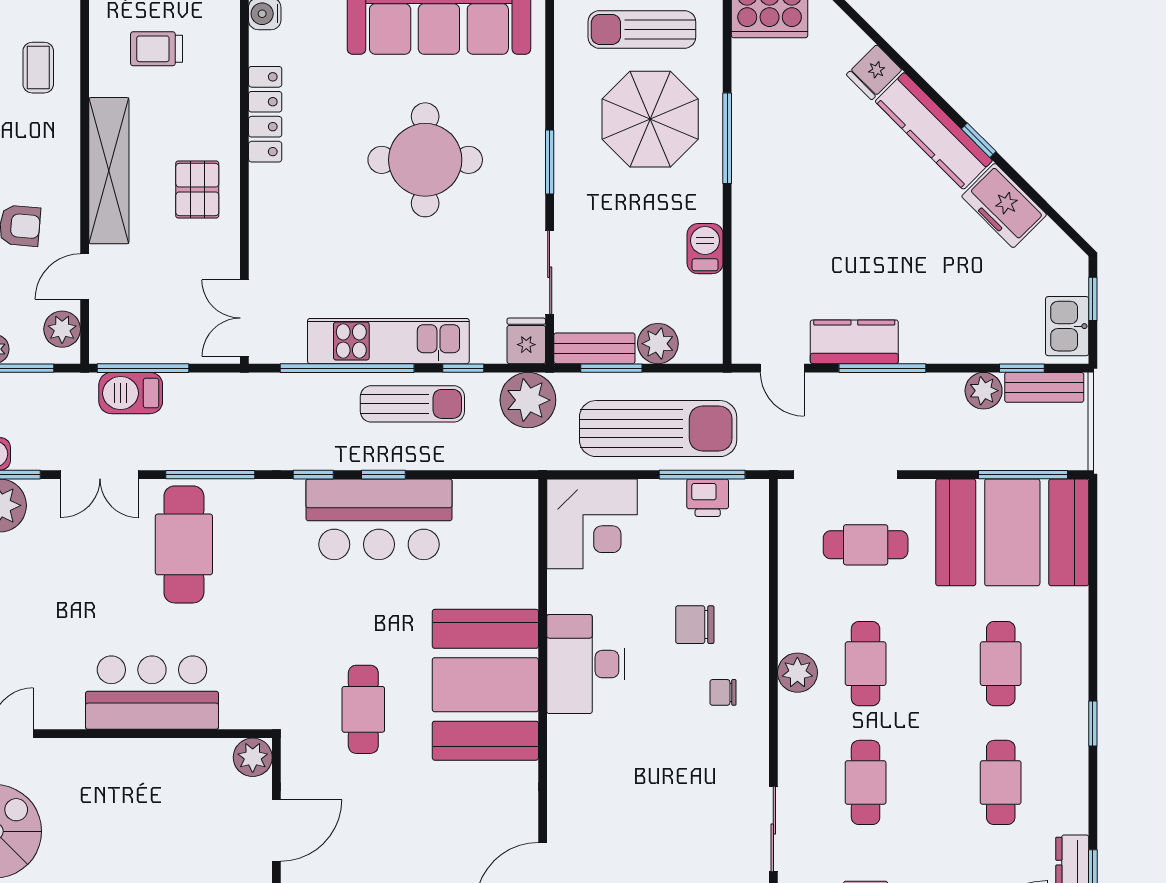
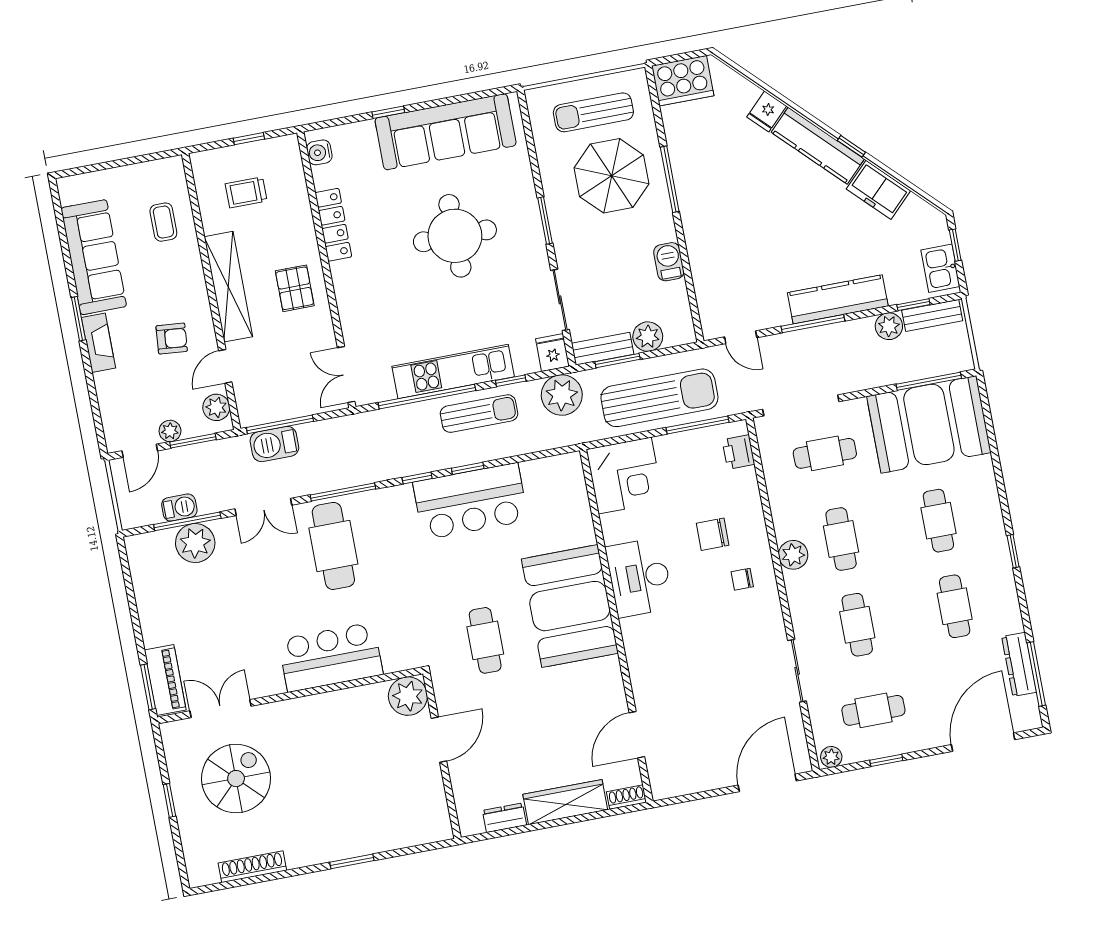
kitchen counter: (854, 342) -> (838, 299), moved, width x1.50
printer: (708, 498) -> (738, 452), moved, turned 90
plant: (253, 757) -> (408, 696), width x1.36, depth x1.36

